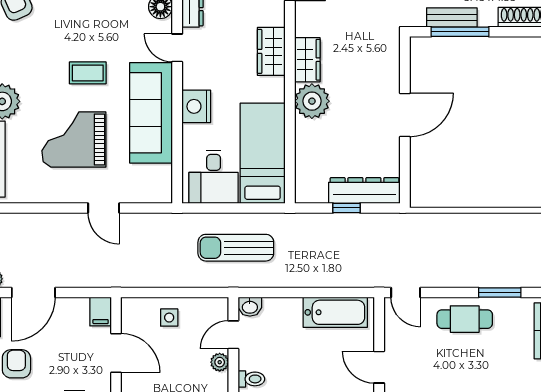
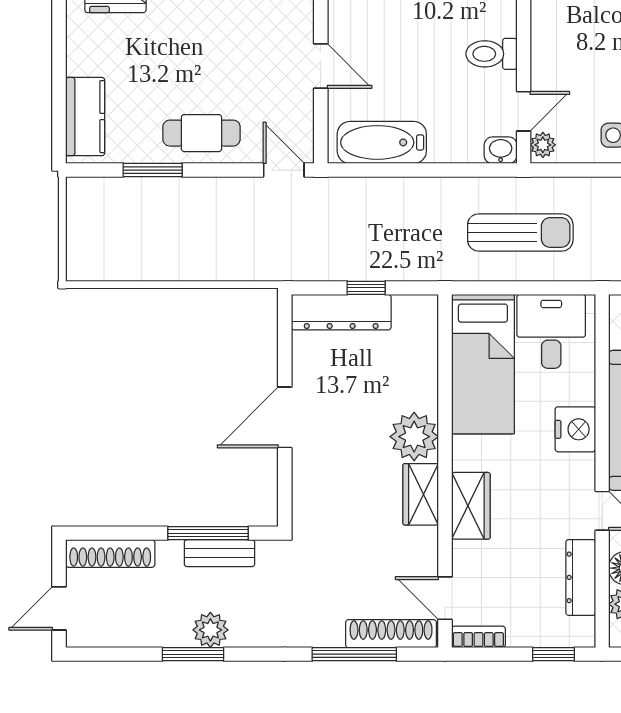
plant: (220, 362) -> (543, 145), moved
toilet: (251, 379) -> (491, 54), width x1.37, depth x1.39

